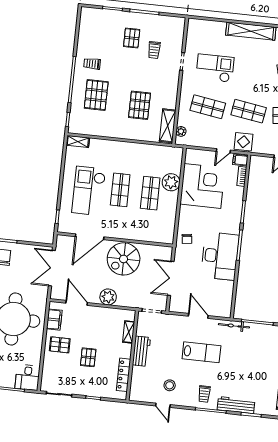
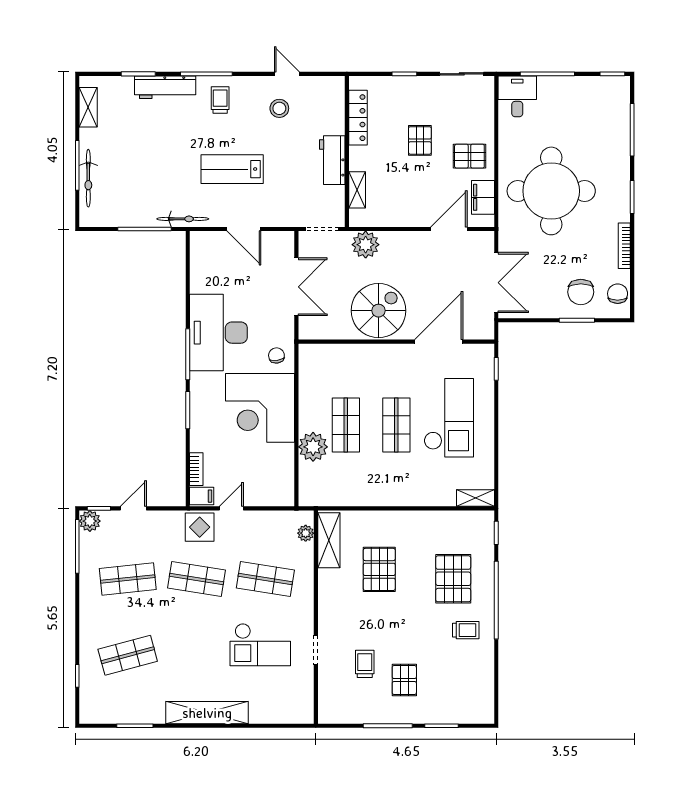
corner desk: (202, 186) -> (260, 408), moved
plant: (108, 297) -> (366, 245), moved
door: (77, 303) -> (449, 229), swing flipped

